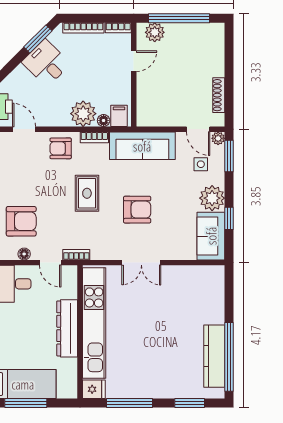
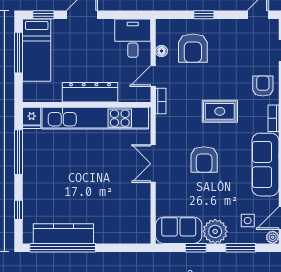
window: (229, 156) -> (241, 248), moved
window: (190, 403) -> (18, 210), width x0.67

